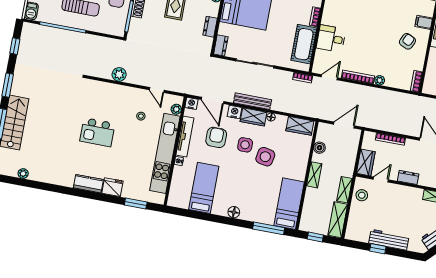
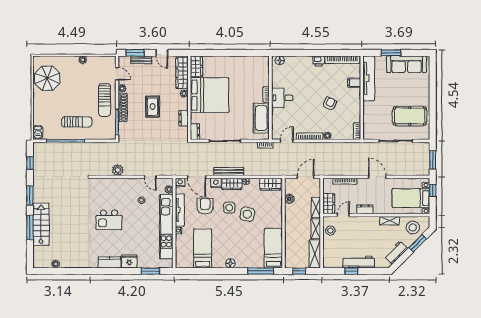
desk: (331, 39) -> (282, 98), moved
armchair: (407, 41) -> (330, 104), moved
shelving: (314, 175) -> (316, 208), moved

